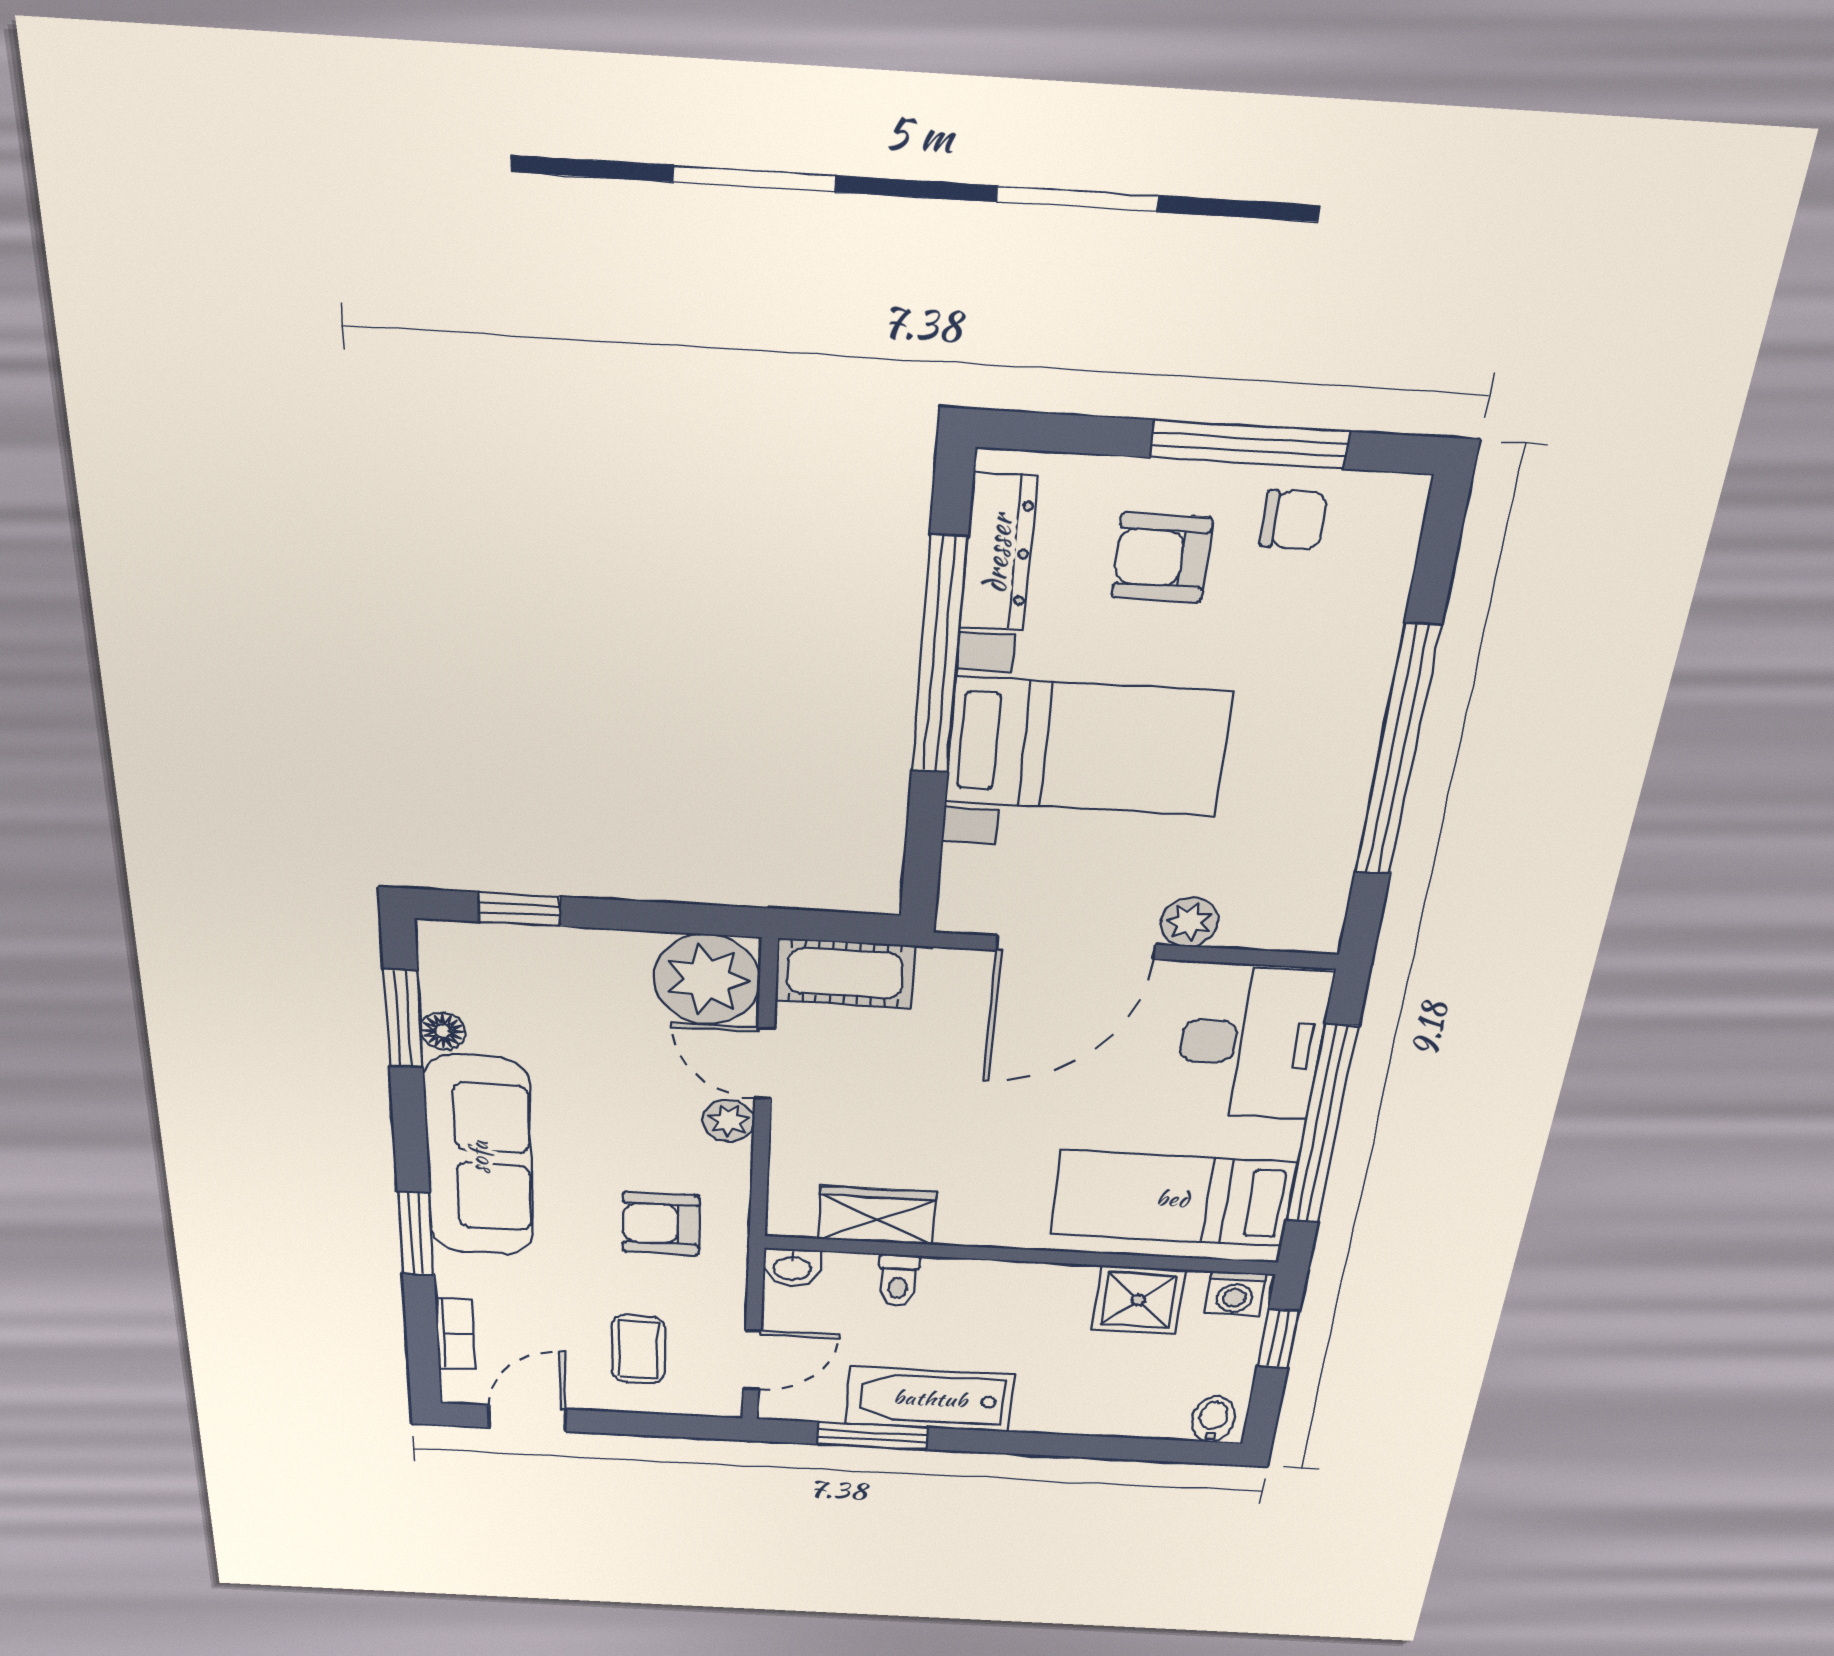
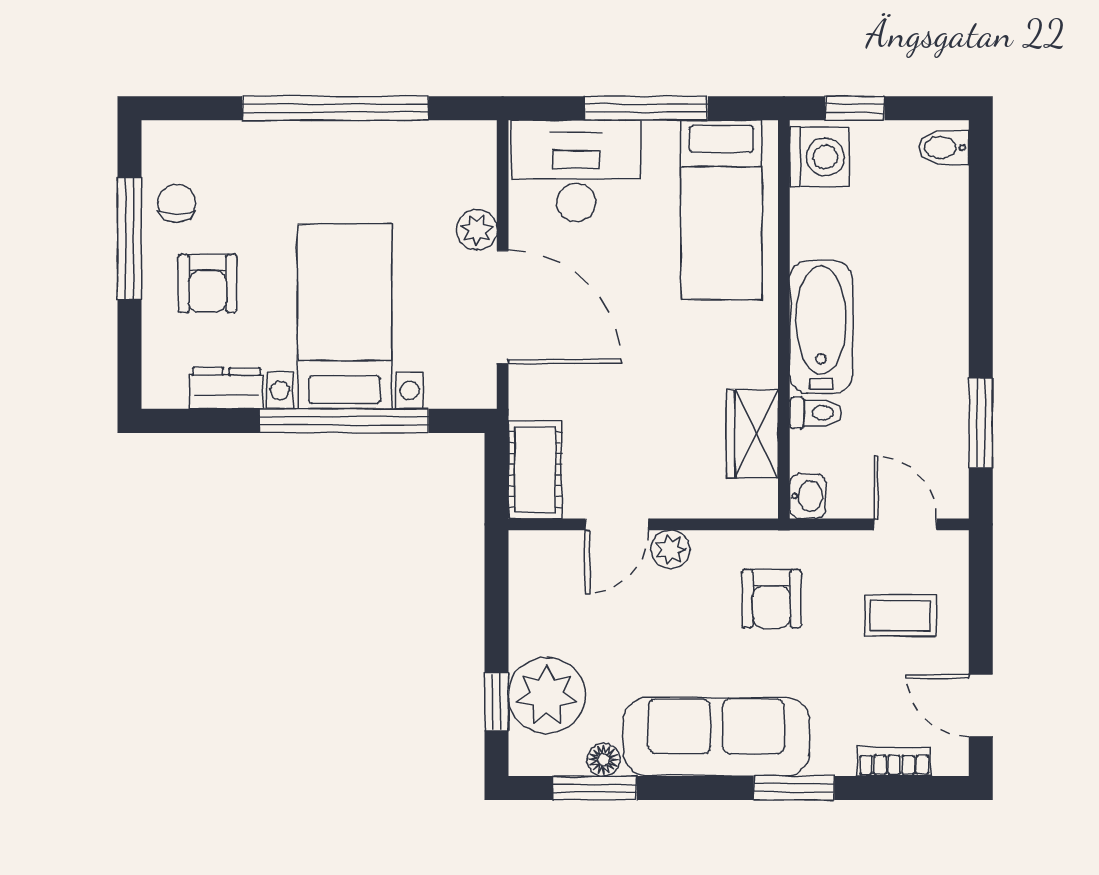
dresser: (998, 553) -> (226, 388), width x0.70
window: (939, 656) -> (344, 421), moved
plant: (707, 979) -> (547, 695), moved
window: (1321, 1126) -> (646, 108), width x0.68
washing machine: (1235, 1294) -> (819, 157), width x1.38, depth x1.38
shower: (1138, 1300) -> (823, 224), removed
bathtub: (930, 1399) -> (821, 327), moved, turned 180

